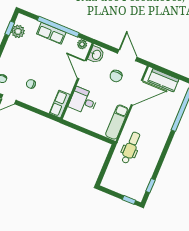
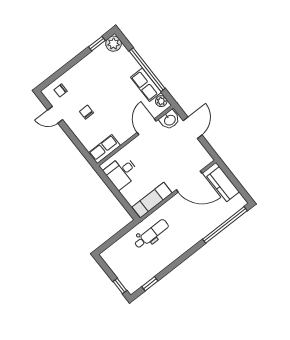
plant: (18, 31) -> (114, 44), moved
row of seats: (51, 33) -> (146, 85), moved
door: (127, 55) -> (193, 128), moved
chair: (116, 76) -> (178, 153), removed
desk: (83, 101) -> (122, 172), moved, turned -90

